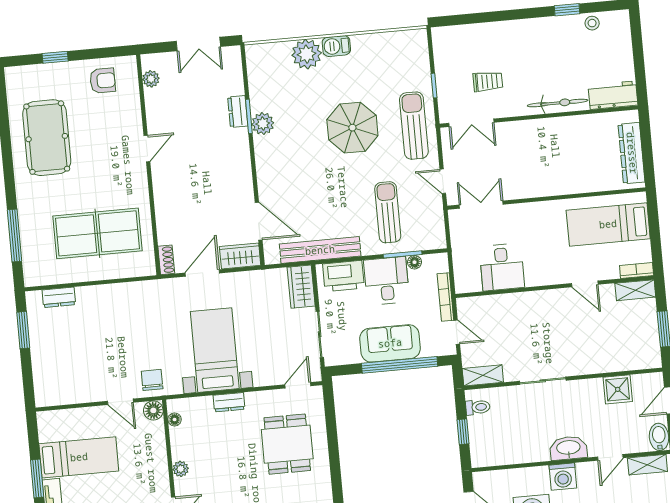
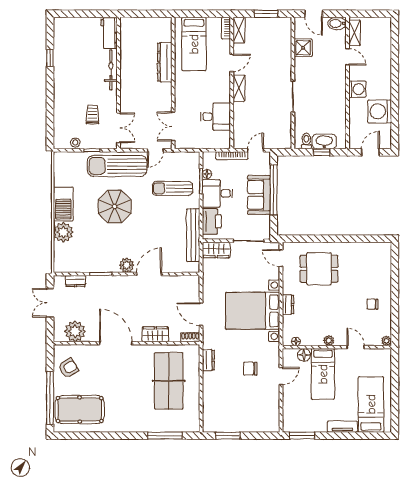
stool: (592, 23) -> (75, 143), moved
double door: (198, 44) -> (50, 303), swing flipped
barbecue: (336, 46) -> (63, 204), width x1.88, depth x1.53
window: (55, 57) -> (50, 398), width x3.17
plant: (151, 79) -> (75, 331), width x1.88, depth x1.88
armchair: (103, 81) -> (68, 368), turned 58
dresser: (238, 112) -> (76, 281), moved
plant: (263, 124) -> (127, 265), moved
sun lounger: (414, 126) -> (117, 166), width x1.36, depth x1.34
pool table: (47, 138) -> (80, 410), moved
door: (147, 149) -> (116, 343), width x1.87
dresser: (632, 153) -> (165, 62), moved, turned 90
door: (259, 221) -> (149, 274), moved
wardrobe: (240, 256) -> (155, 334), moved, turned 90
dresser: (59, 297) -> (208, 360), moved
bed with nightstands: (215, 350) -> (253, 311), width x1.36
shelving: (483, 375) -> (239, 88), moved
chair: (152, 380) -> (250, 369), moved
floor lamp: (153, 410) -> (304, 355), moved
washbasin: (568, 448) -> (324, 142), moved, turned 90
bed: (79, 457) -> (323, 374), moved, turned 180
window: (37, 478) -> (302, 436), moved

